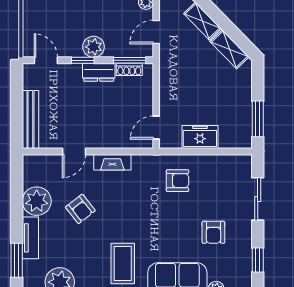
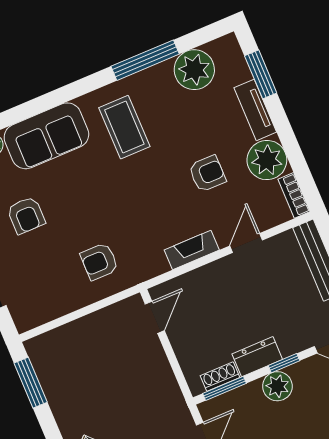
freezer: (200, 137) -> (94, 329), removed
bookcase: (28, 170) -> (294, 195), added
armchair: (80, 209) -> (207, 174), turned 128
armchair: (213, 232) -> (26, 215), turned 180

